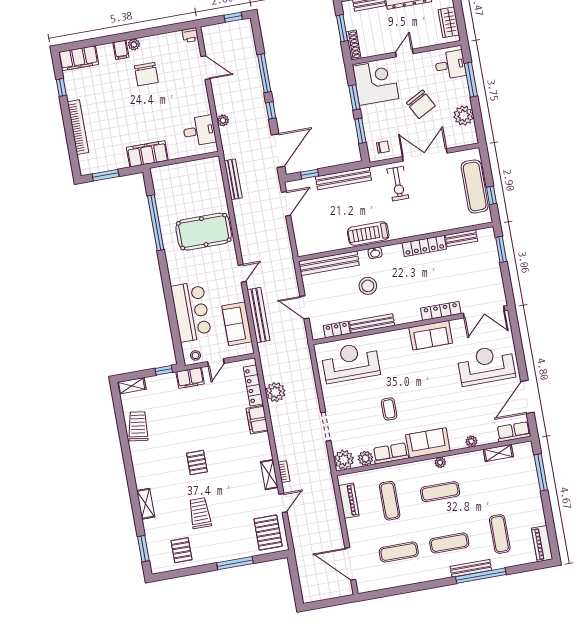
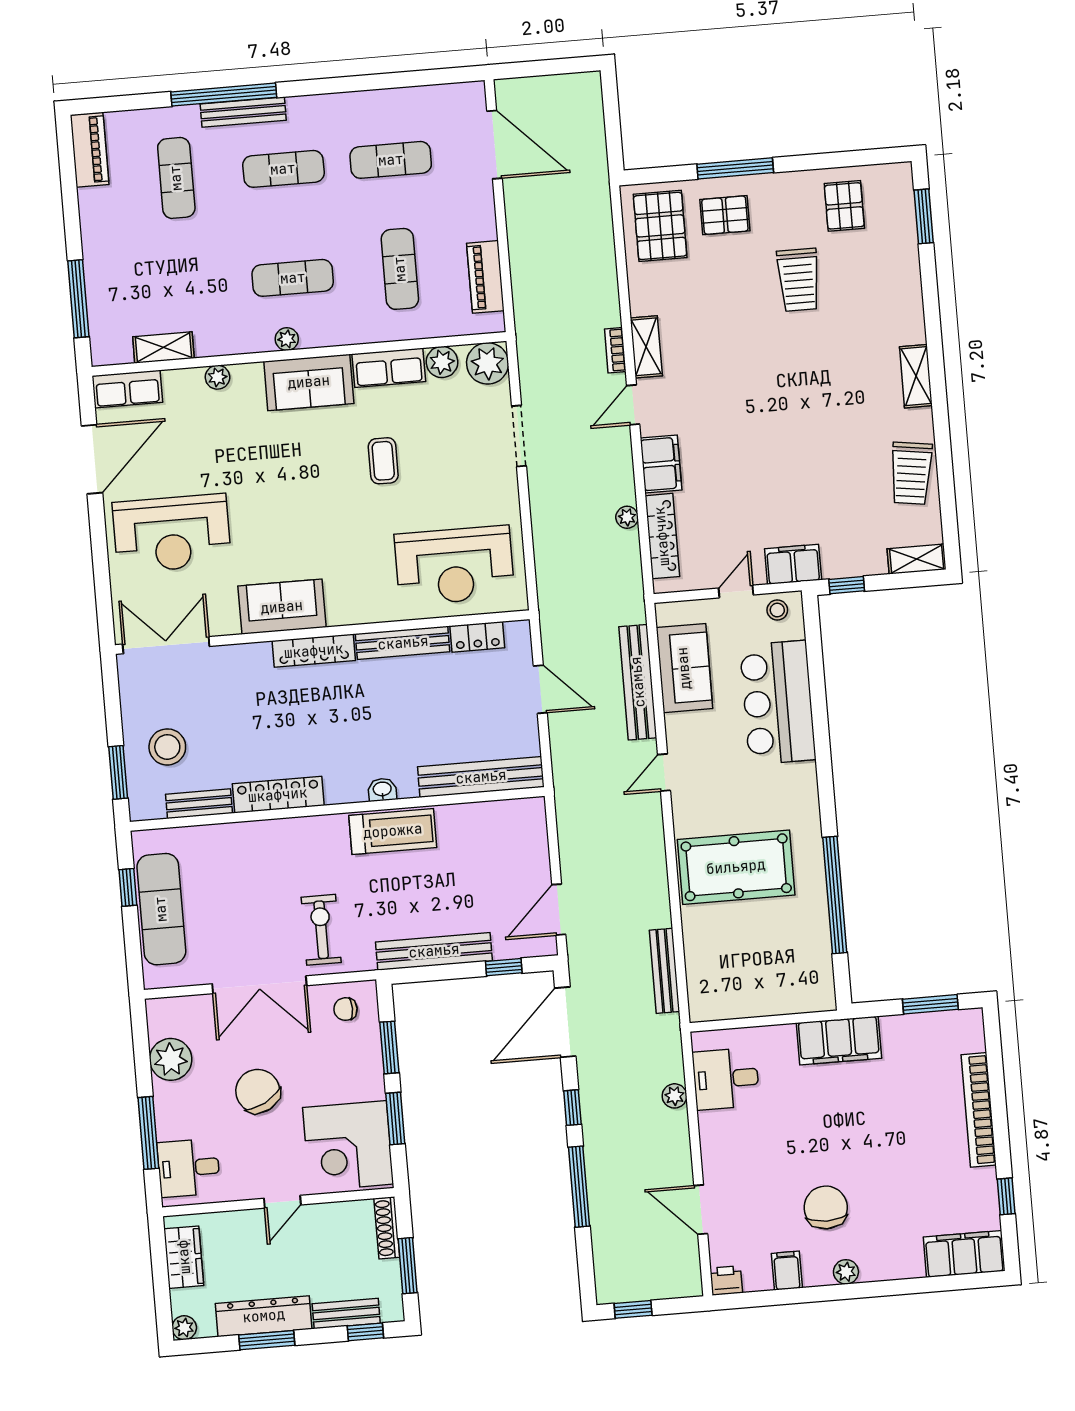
filing cabinet: (121, 50) -> (787, 1271), moved
stool: (368, 286) -> (167, 747), moved
locker: (441, 311) -> (314, 651), moved
plant: (275, 392) -> (627, 517), width x0.53, depth x0.53
pallet: (197, 463) -> (725, 215), moved, turned 90
door: (283, 503) -> (633, 405), moved
shelving: (146, 504) -> (916, 376), moved

